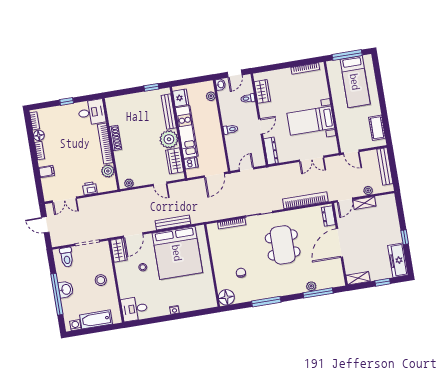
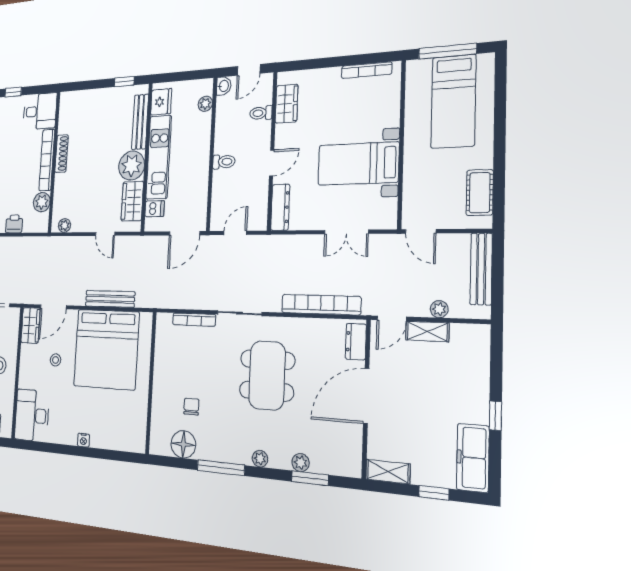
plant: (288, 290) -> (260, 459), added
window: (318, 293) -> (310, 478), width x0.69
floor lamp: (226, 297) -> (183, 444), moved
desk: (134, 309) -> (32, 415), width x1.37

